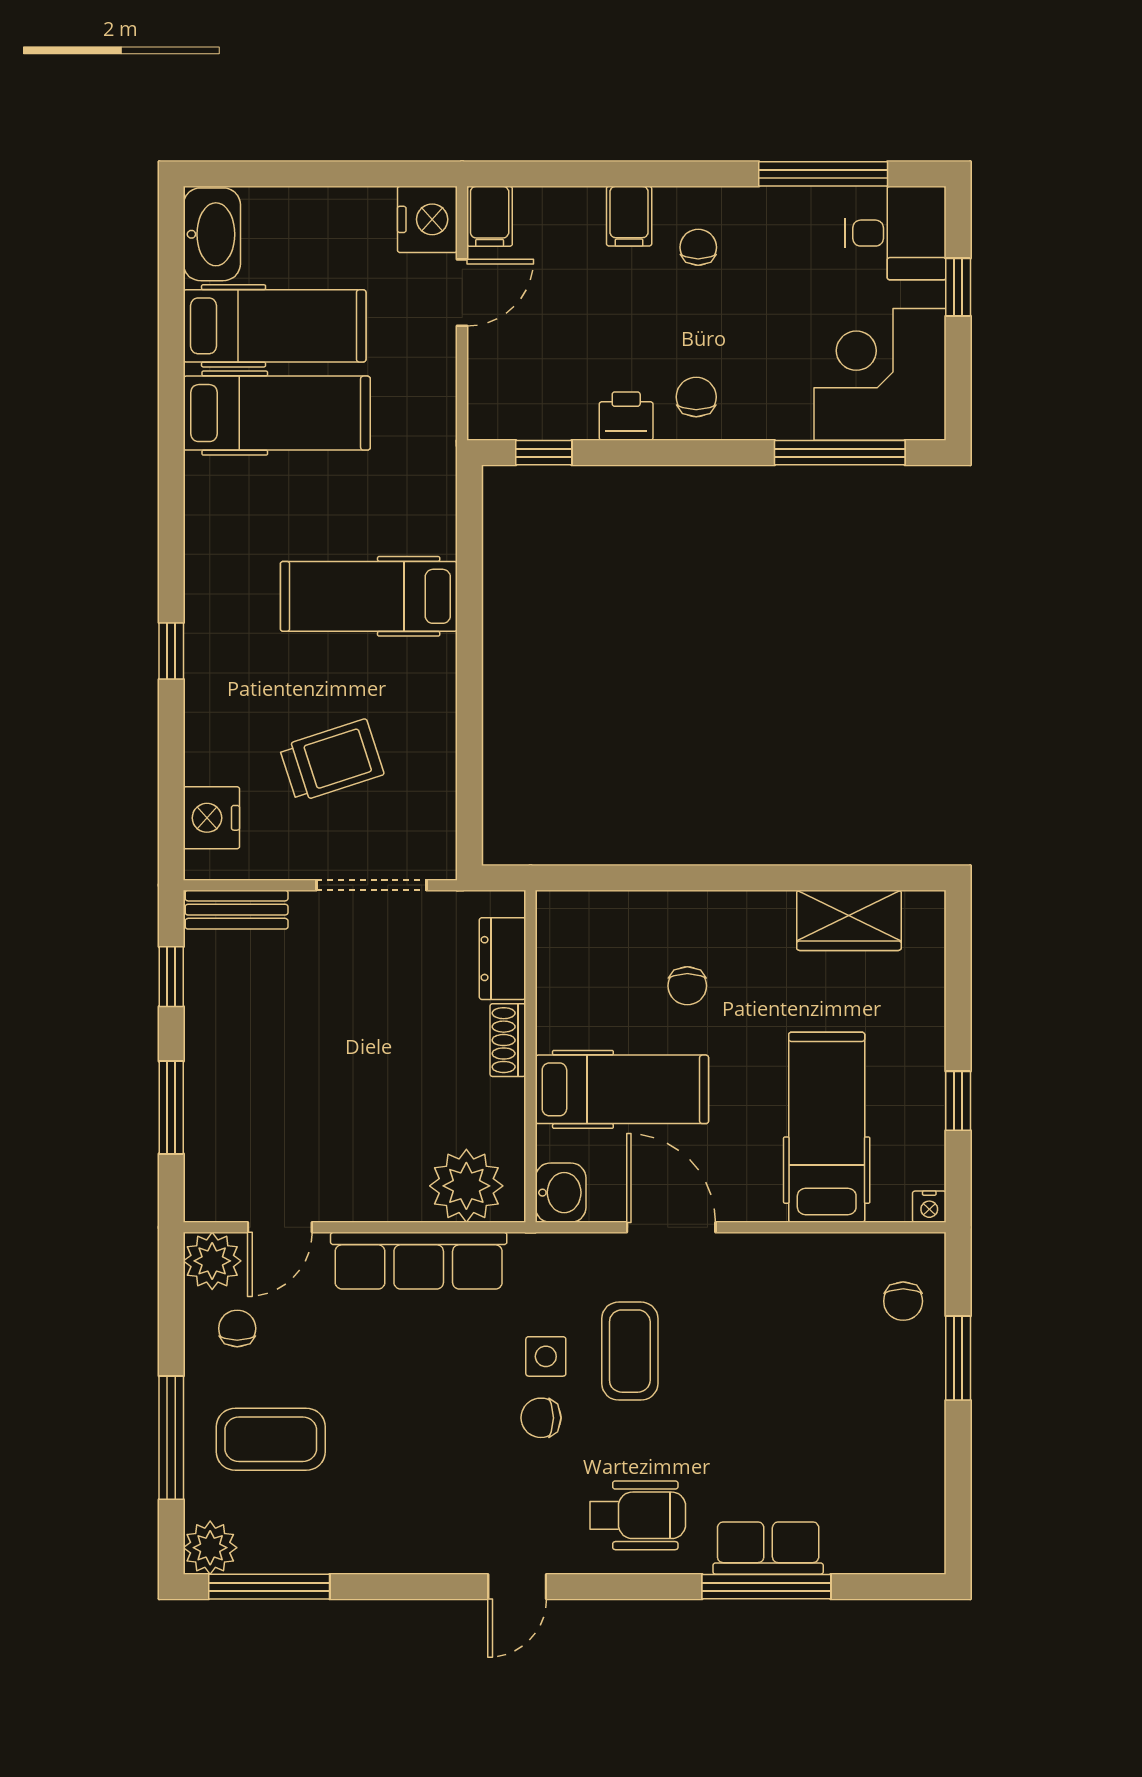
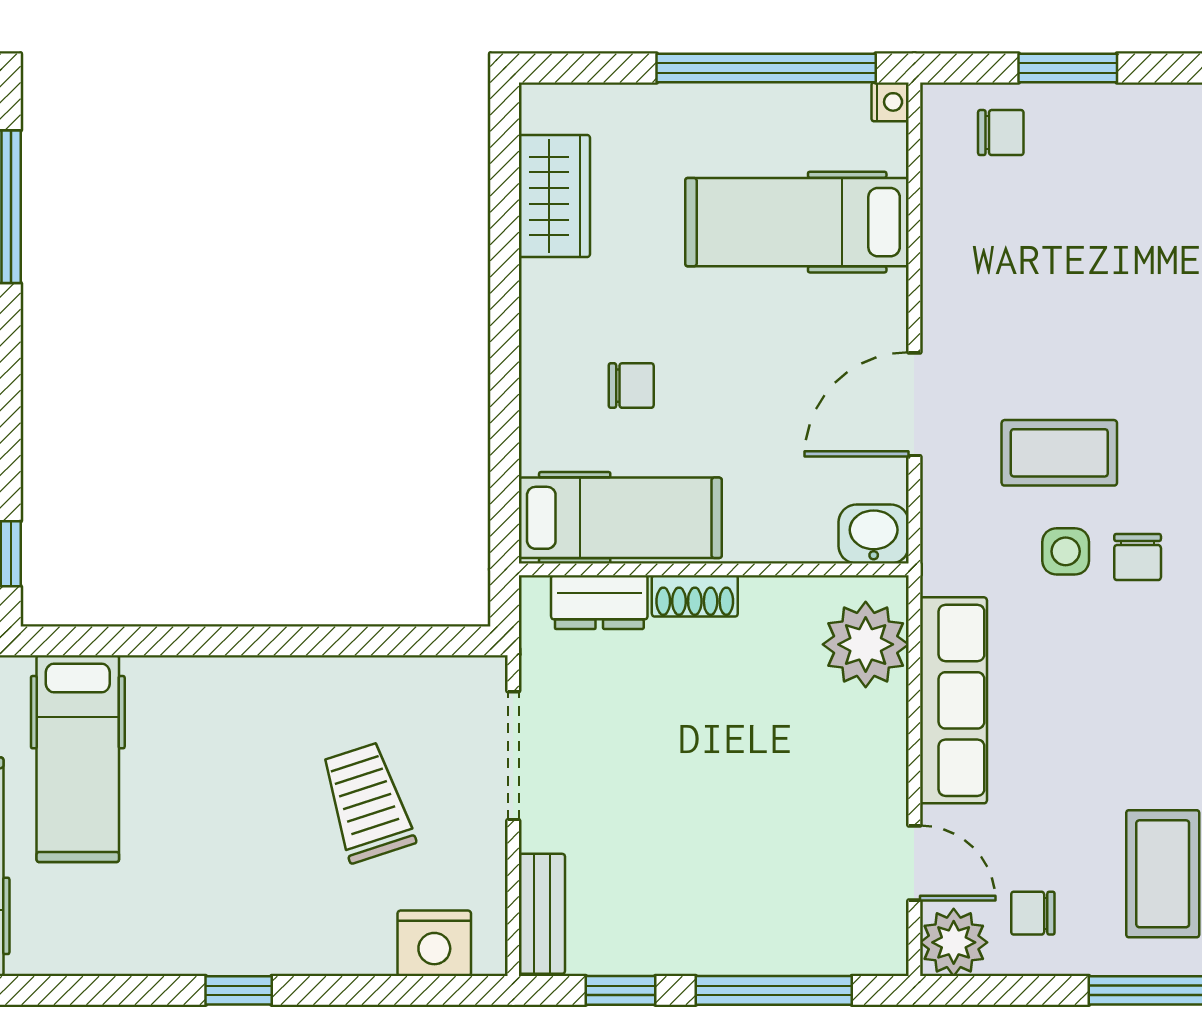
hospital bed: (369, 596) -> (78, 759), moved
hospital bed: (622, 1089) -> (620, 518), moved, turned 90
window: (958, 1101) -> (766, 68), width x3.17
window: (171, 1107) -> (774, 990), width x1.44

